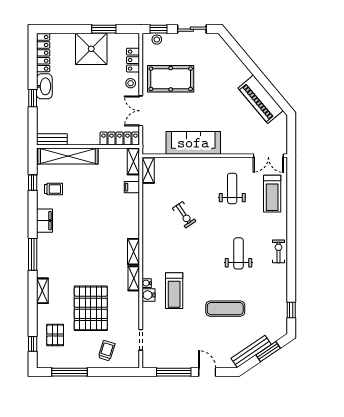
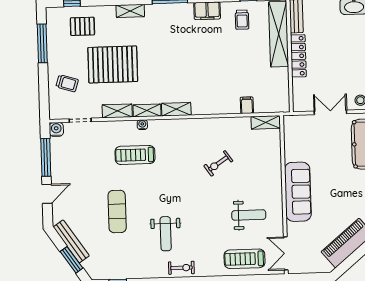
locker: (120, 139) -> (298, 56), moved
sofa: (193, 143) -> (298, 192), moved
shelving: (133, 161) -> (117, 111), moved
weight bench: (239, 253) -> (166, 234), moved, turned 90
water cooler: (149, 295) -> (56, 129), moved

